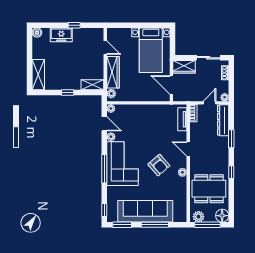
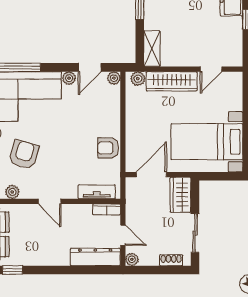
armchair: (155, 112) -> (108, 148), added
window: (231, 139) -> (66, 270), removed
door: (188, 149) -> (50, 201), swing flipped
armchair: (159, 165) -> (24, 155), turned 147

